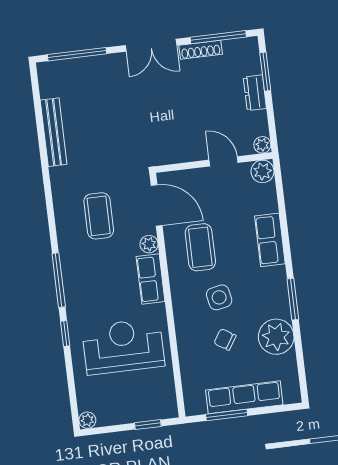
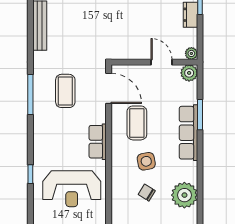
row of seats: (270, 240) -> (188, 133), width x1.48
plant: (149, 244) -> (100, 116), removed
window: (59, 280) -> (30, 94), moved
window: (293, 299) -> (200, 115), moved
reception desk: (123, 346) -> (72, 189), turned 180

